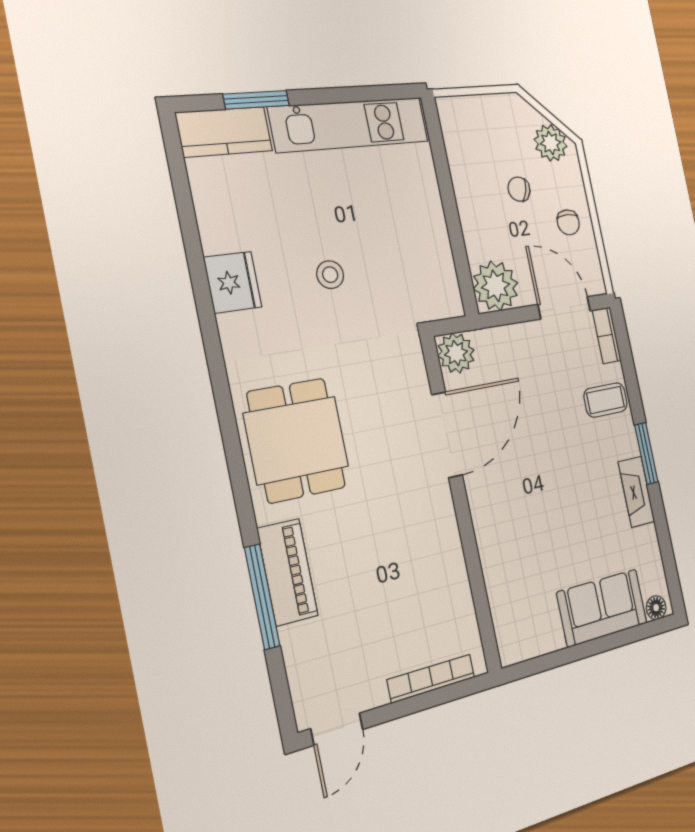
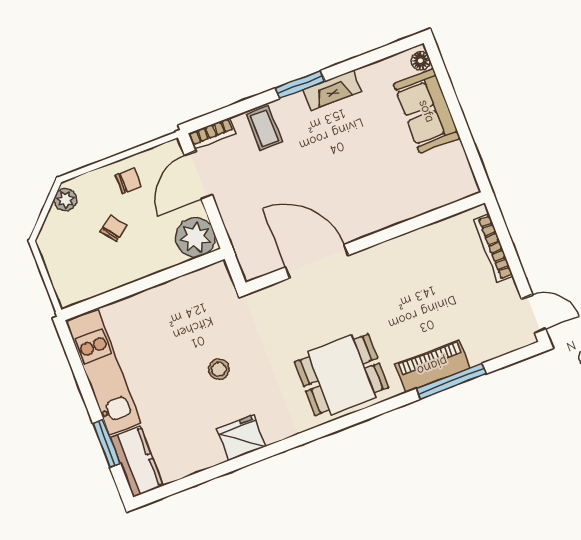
plant: (551, 143) -> (65, 200), width x0.73, depth x0.73
chair: (519, 189) -> (113, 228), turned -144
plant: (456, 353) -> (254, 263), removed

